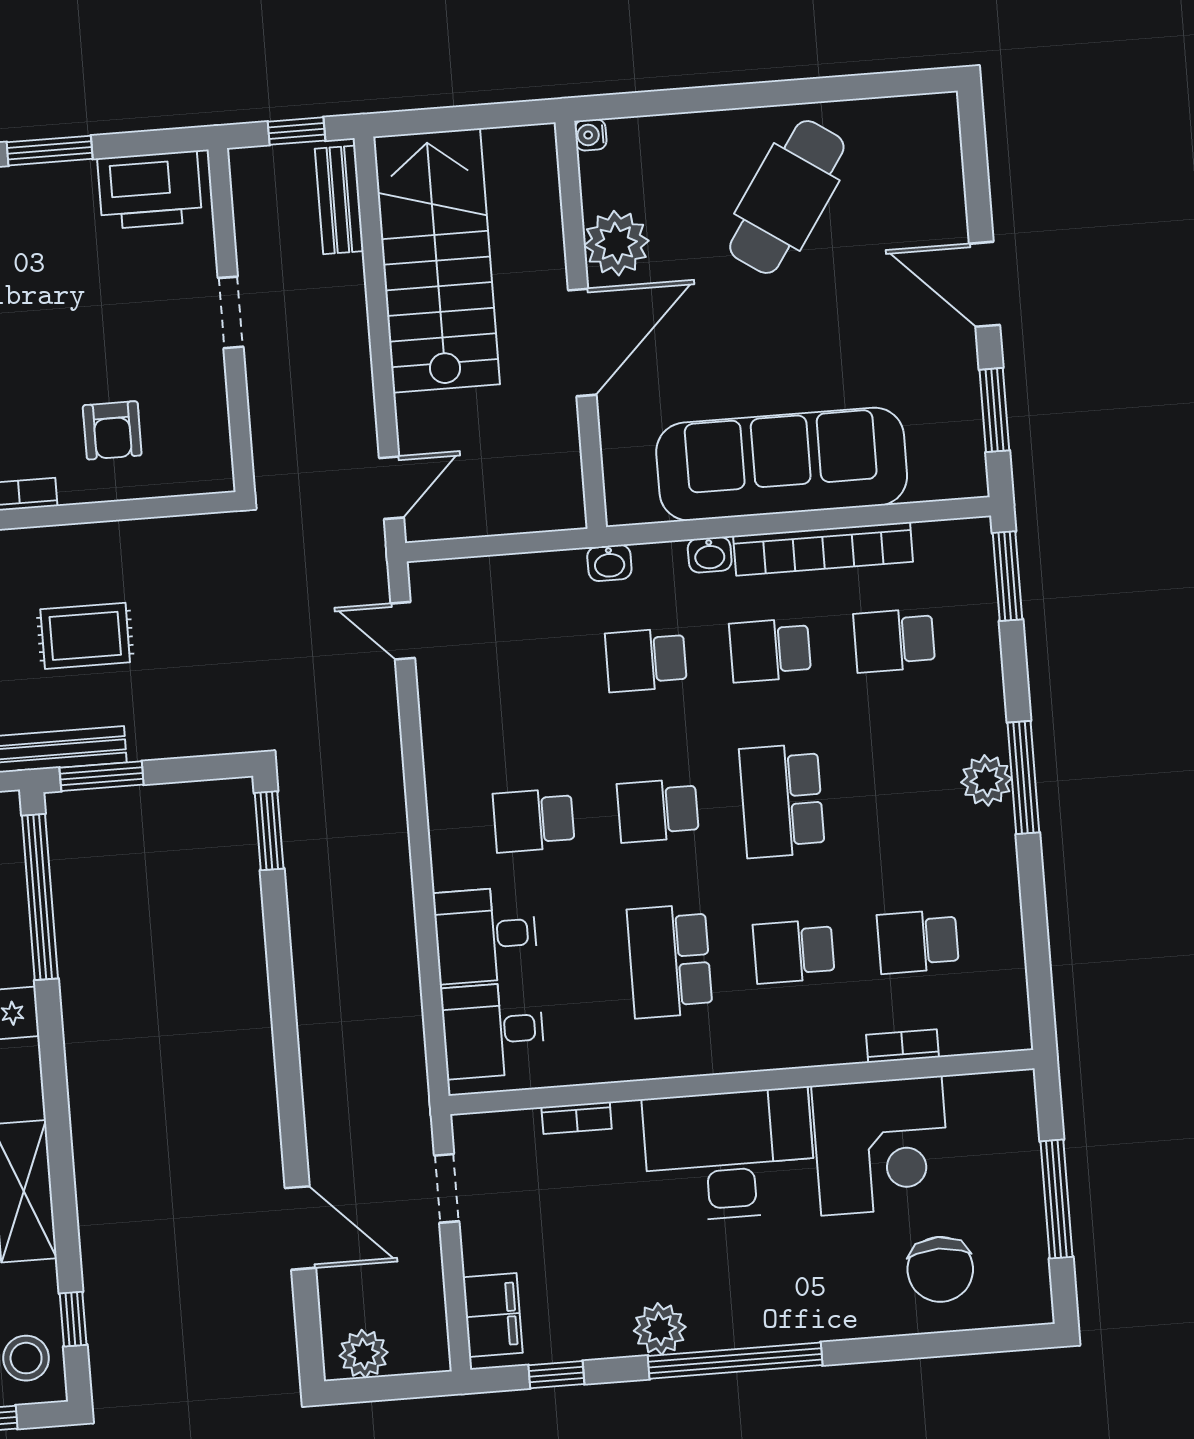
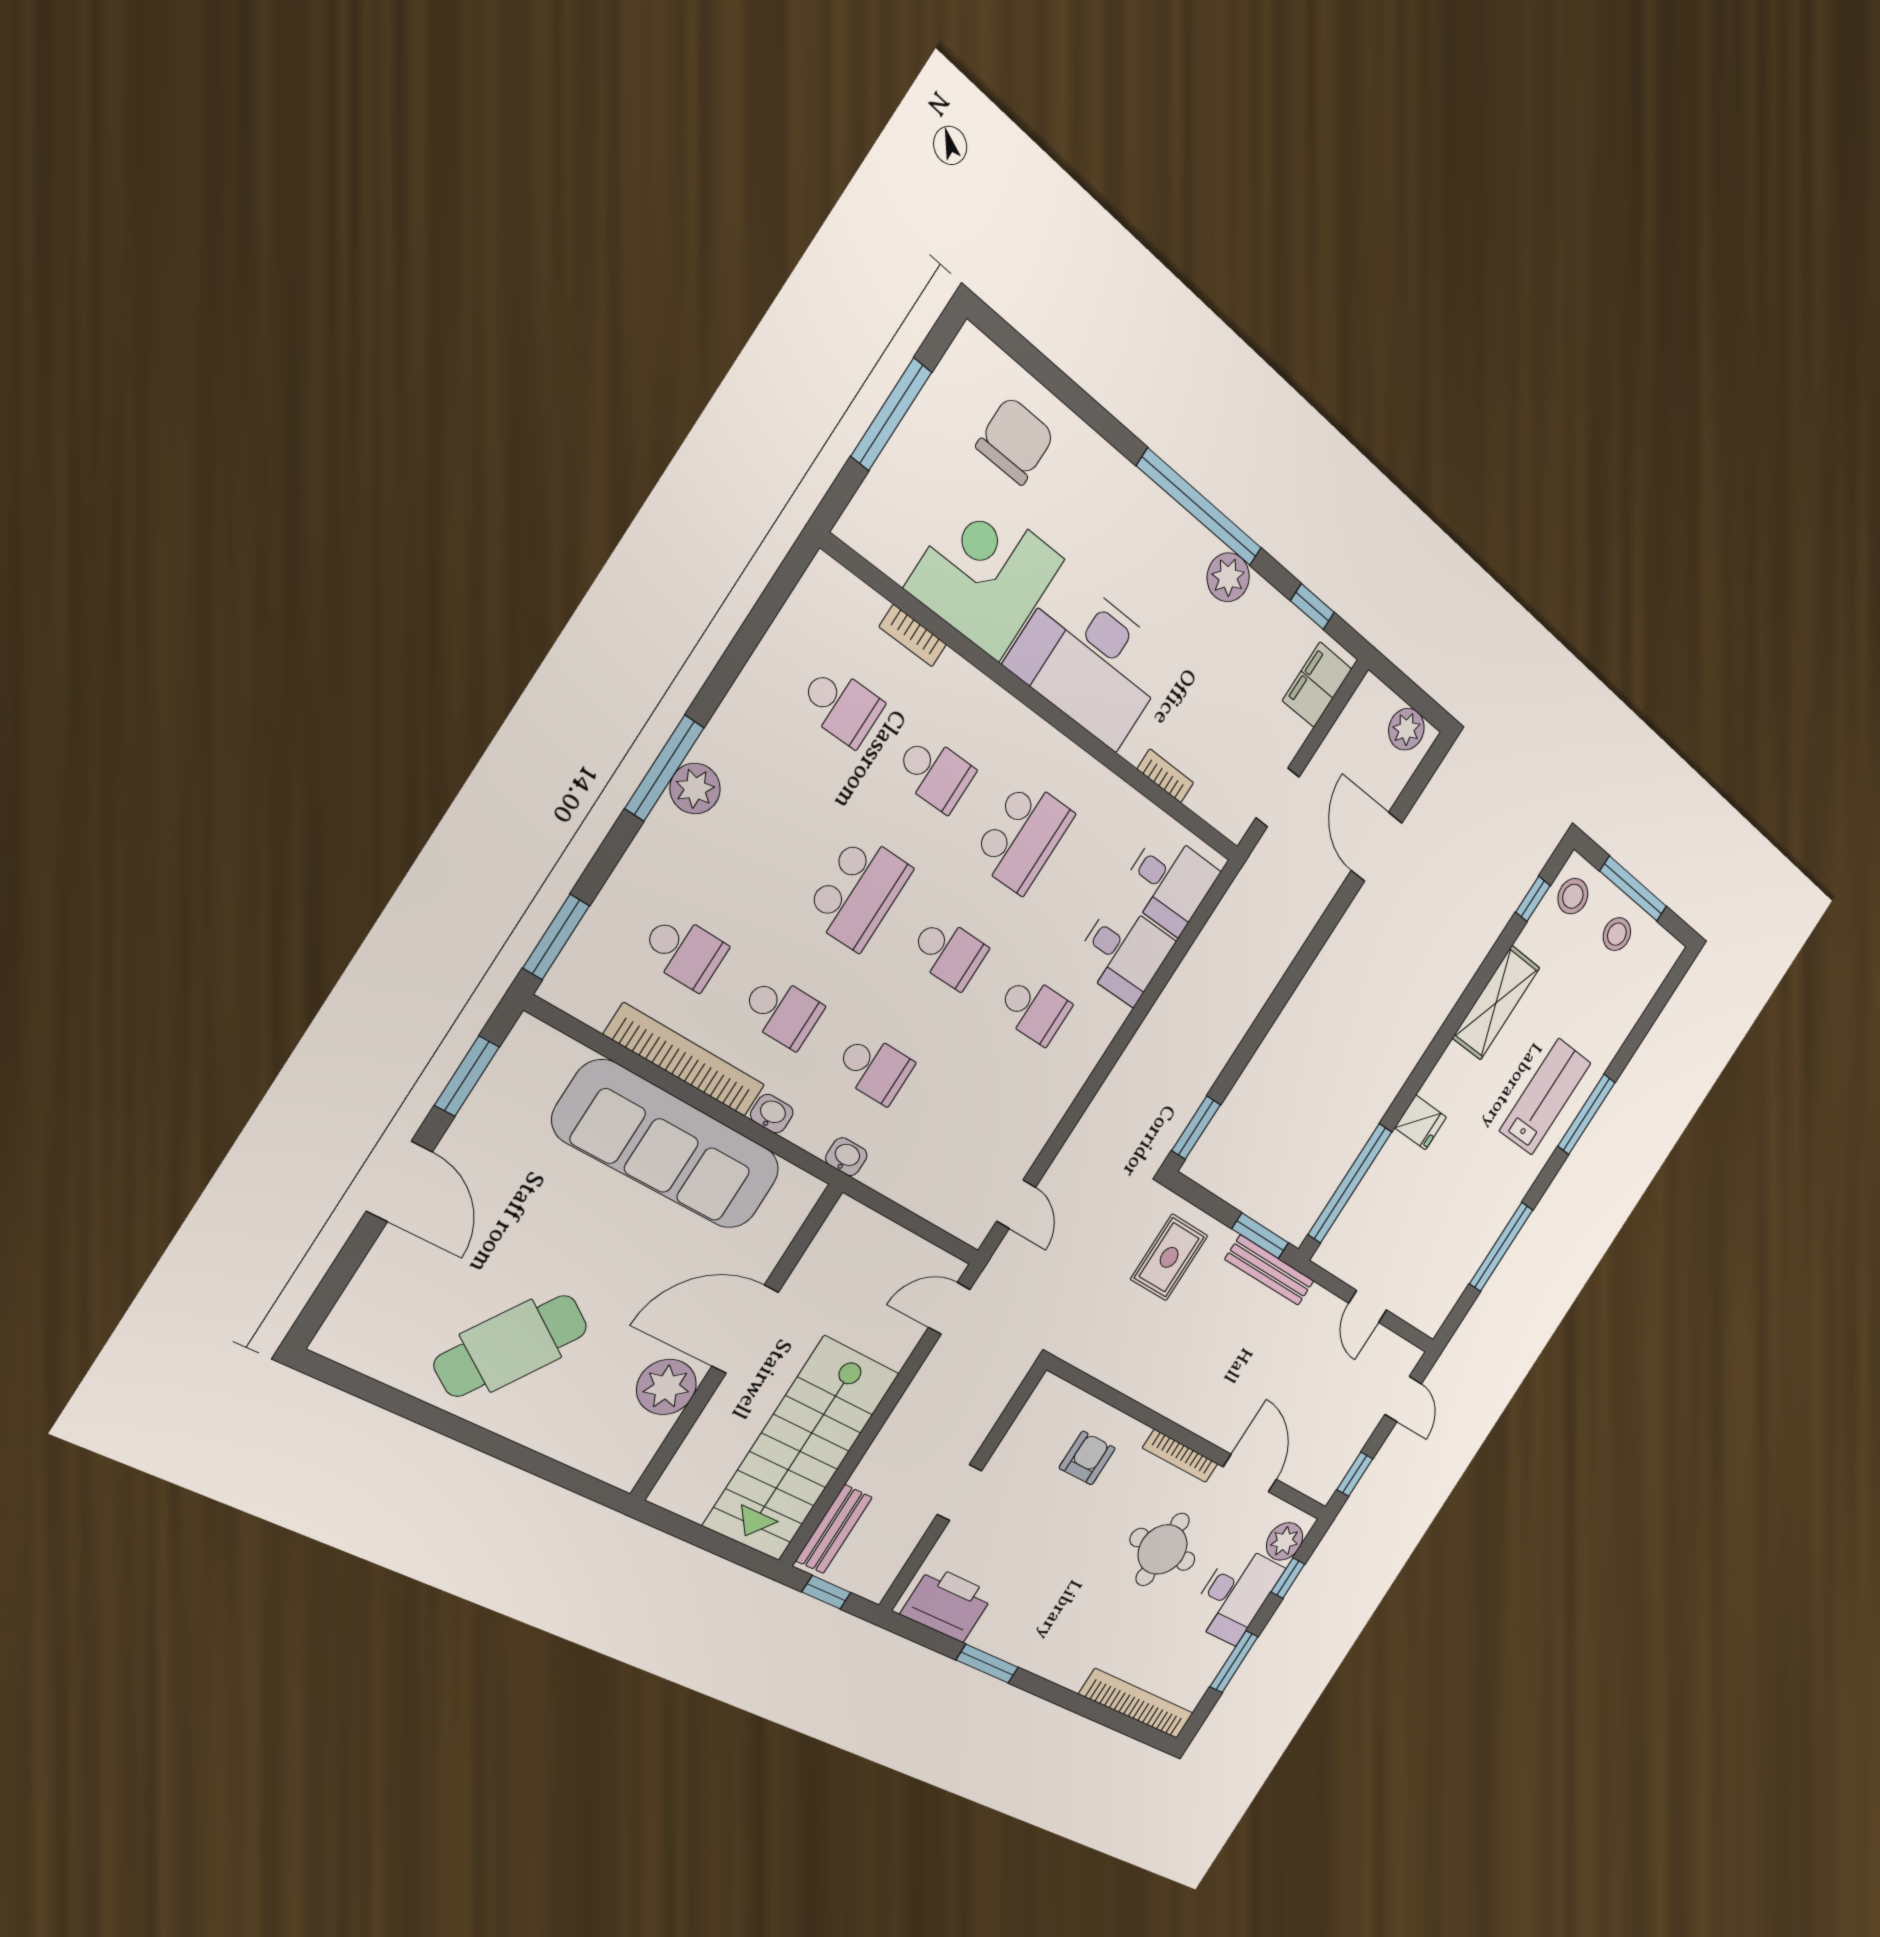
water cooler: (591, 135) -> (626, 1477), removed
rug: (85, 636) -> (1169, 1257), moved, turned 90

